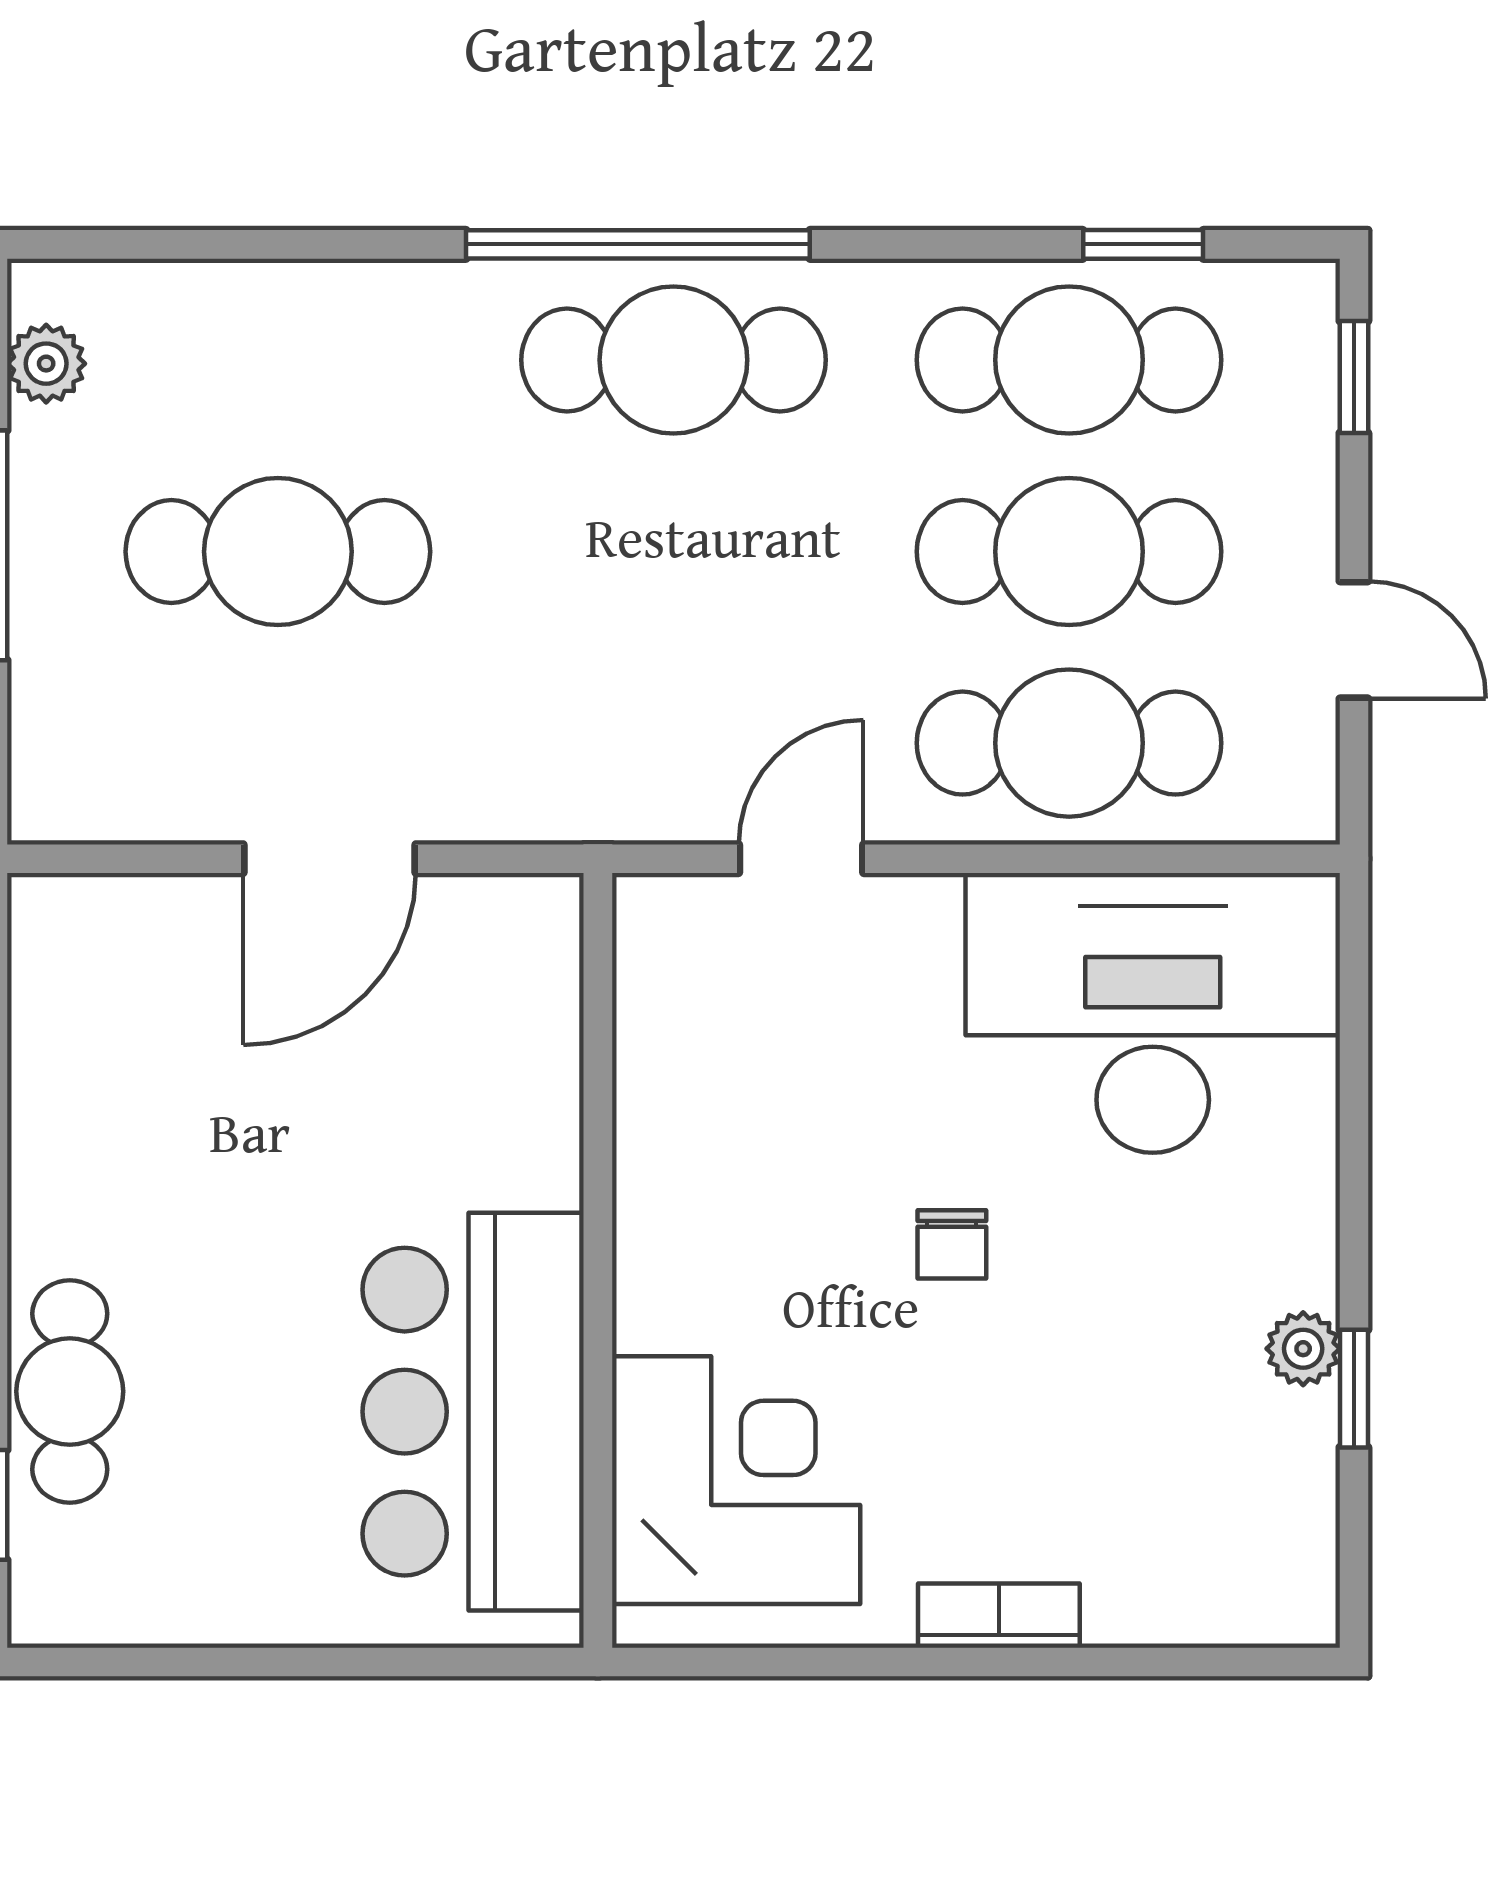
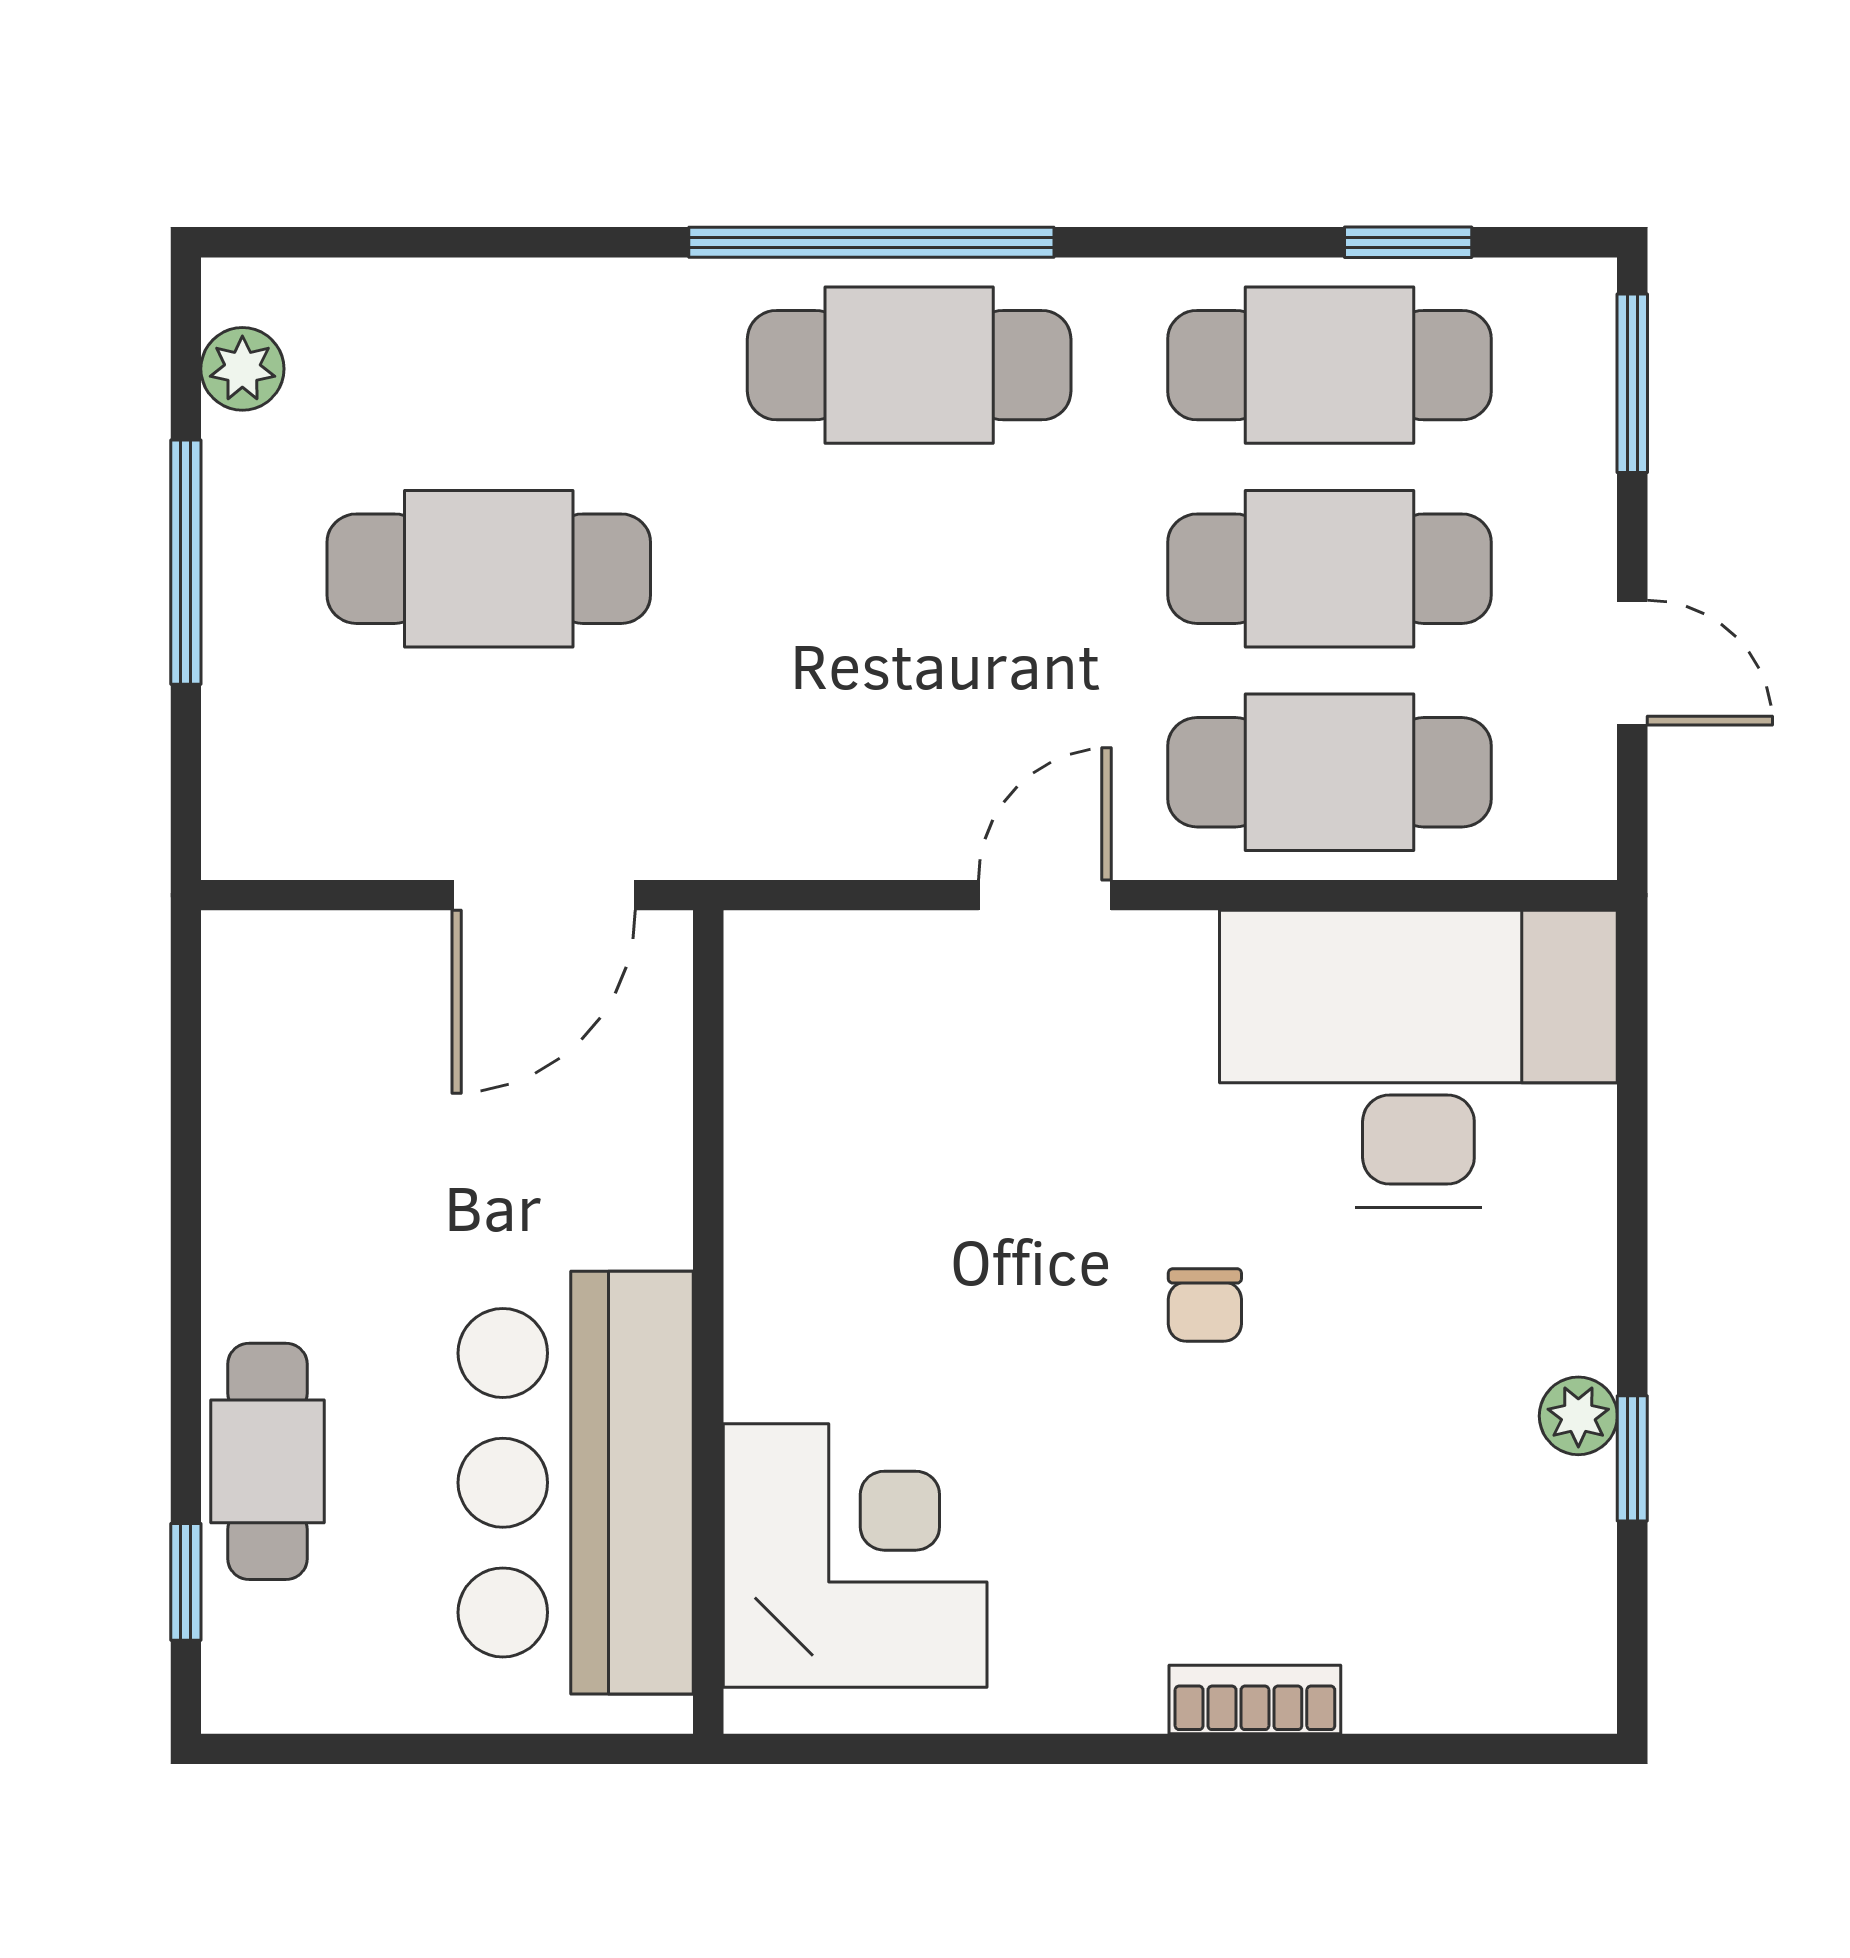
window: (1354, 377) -> (1632, 383), width x1.50
wall: (598, 1260) -> (708, 1322), moved
bar counter: (473, 1412) -> (576, 1483), moved
corner desk: (736, 1480) -> (855, 1556), moved

